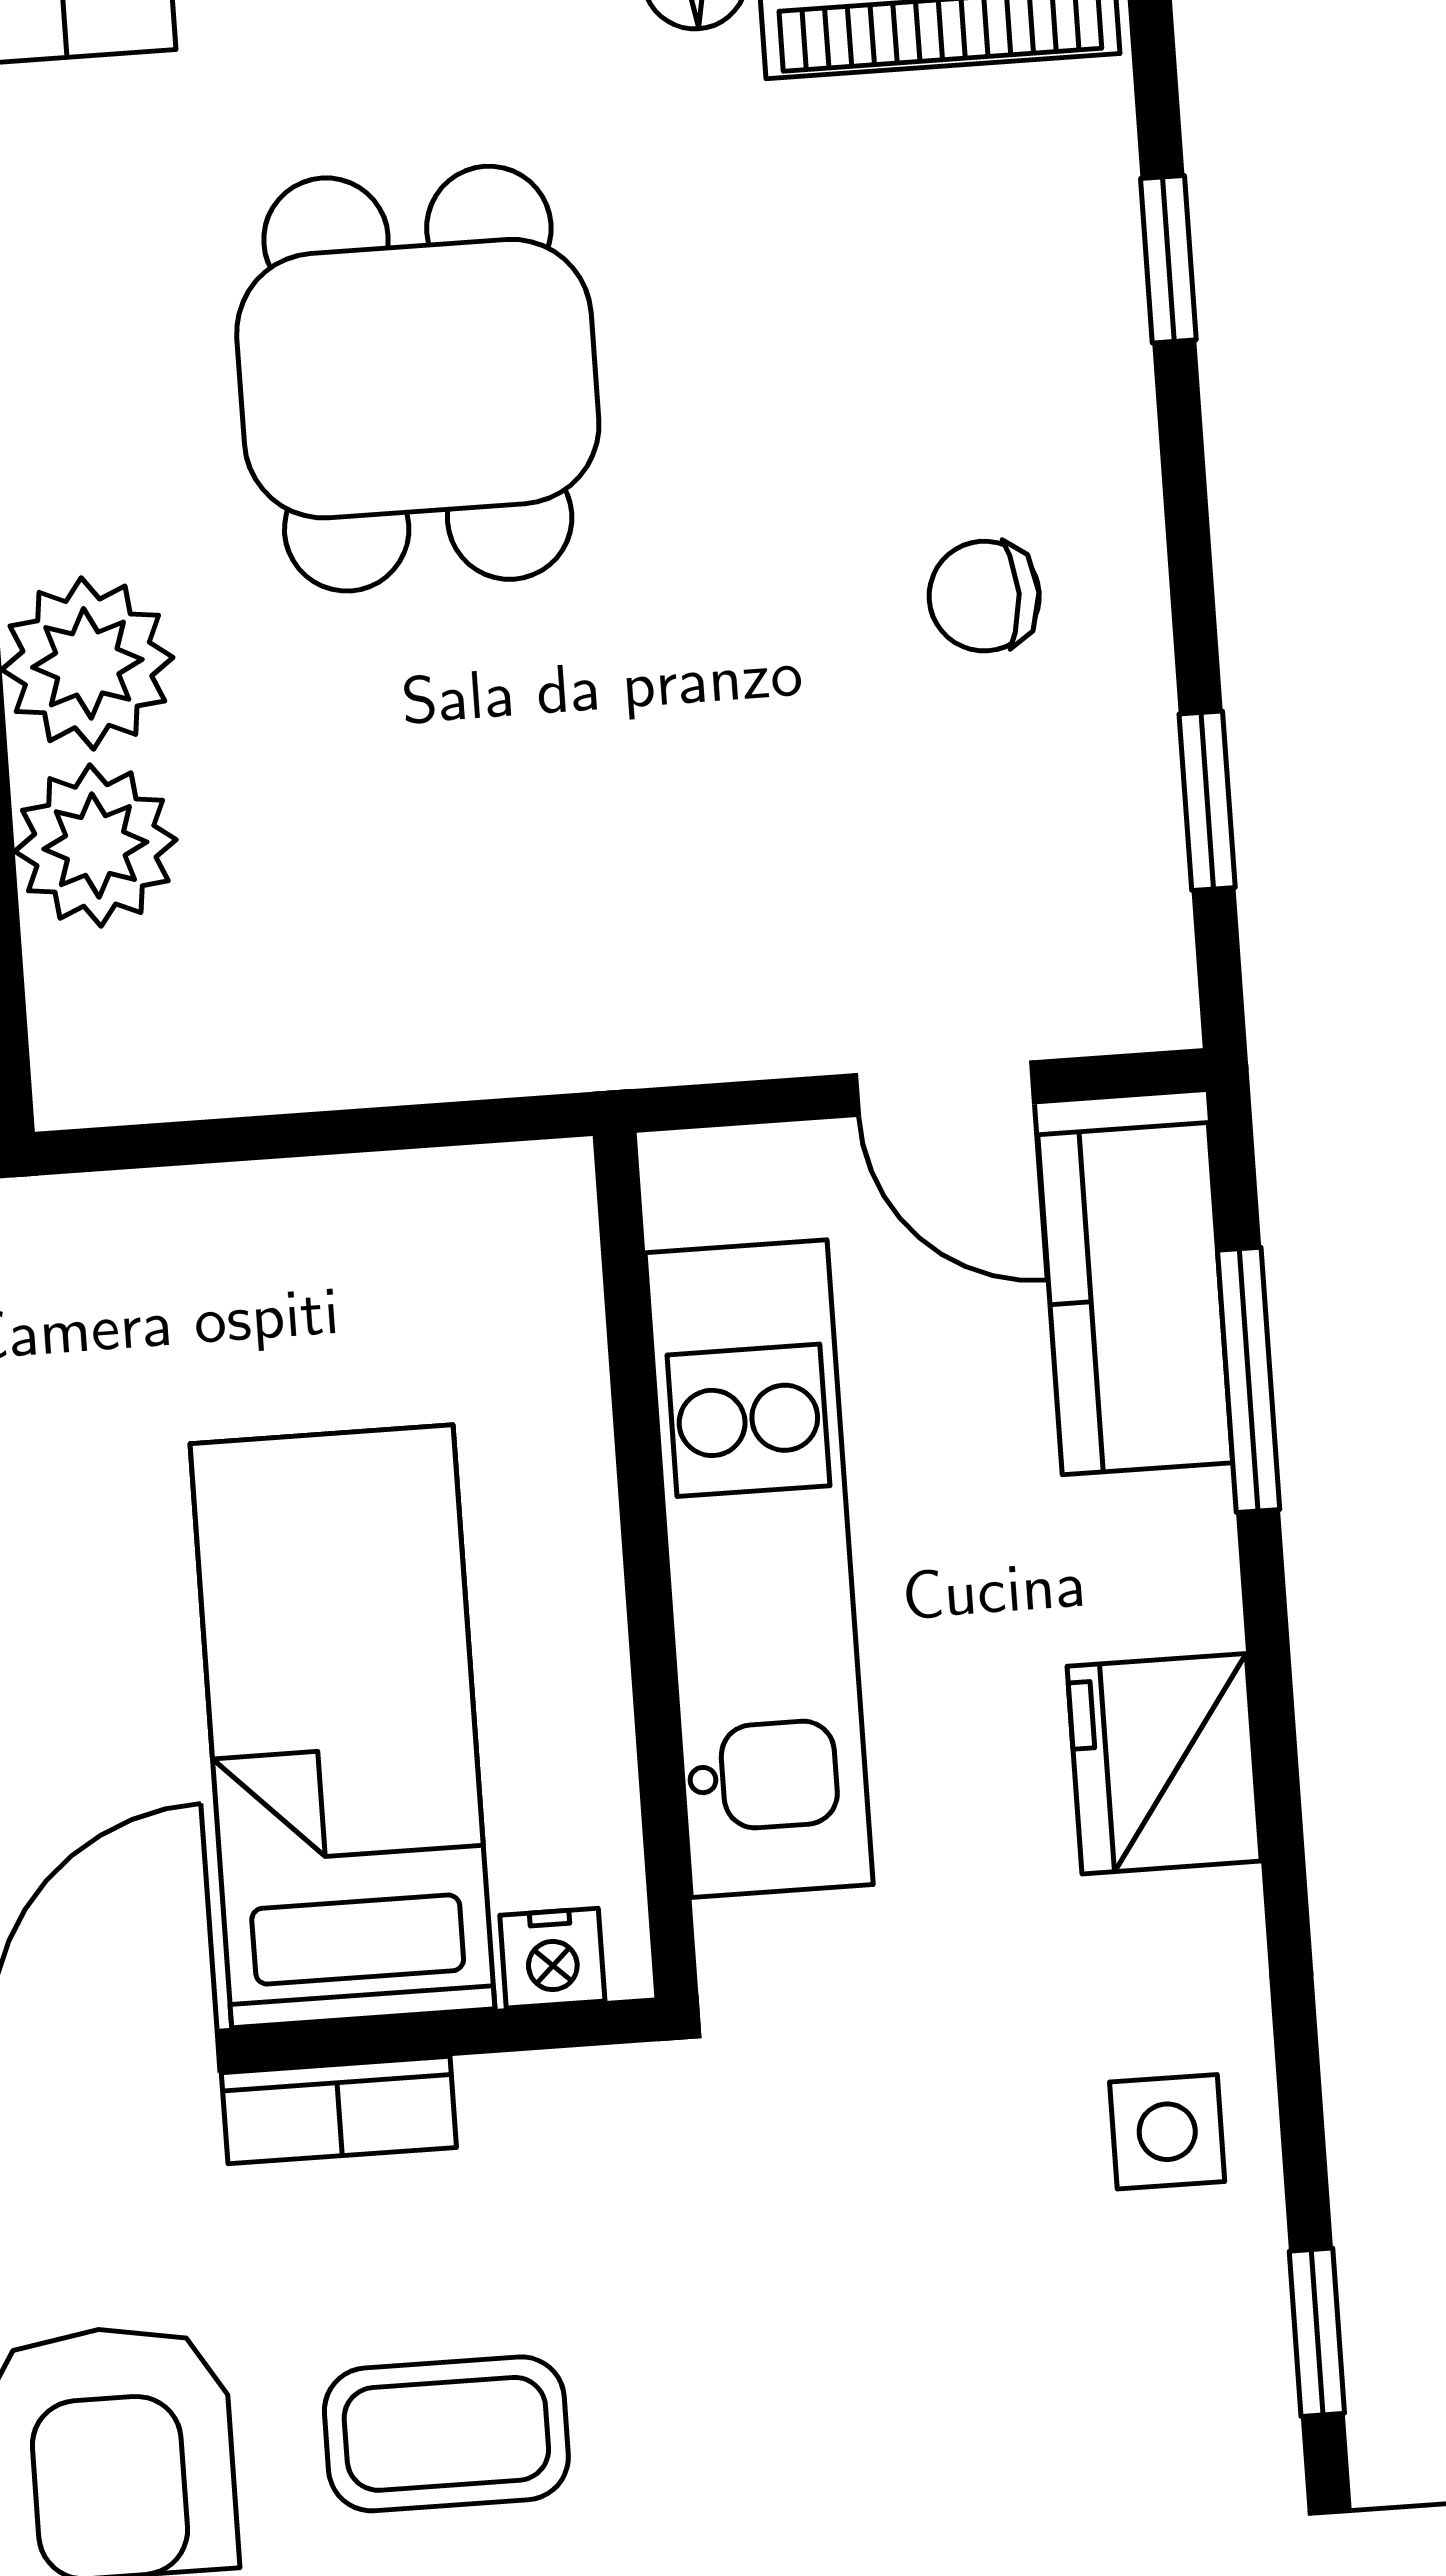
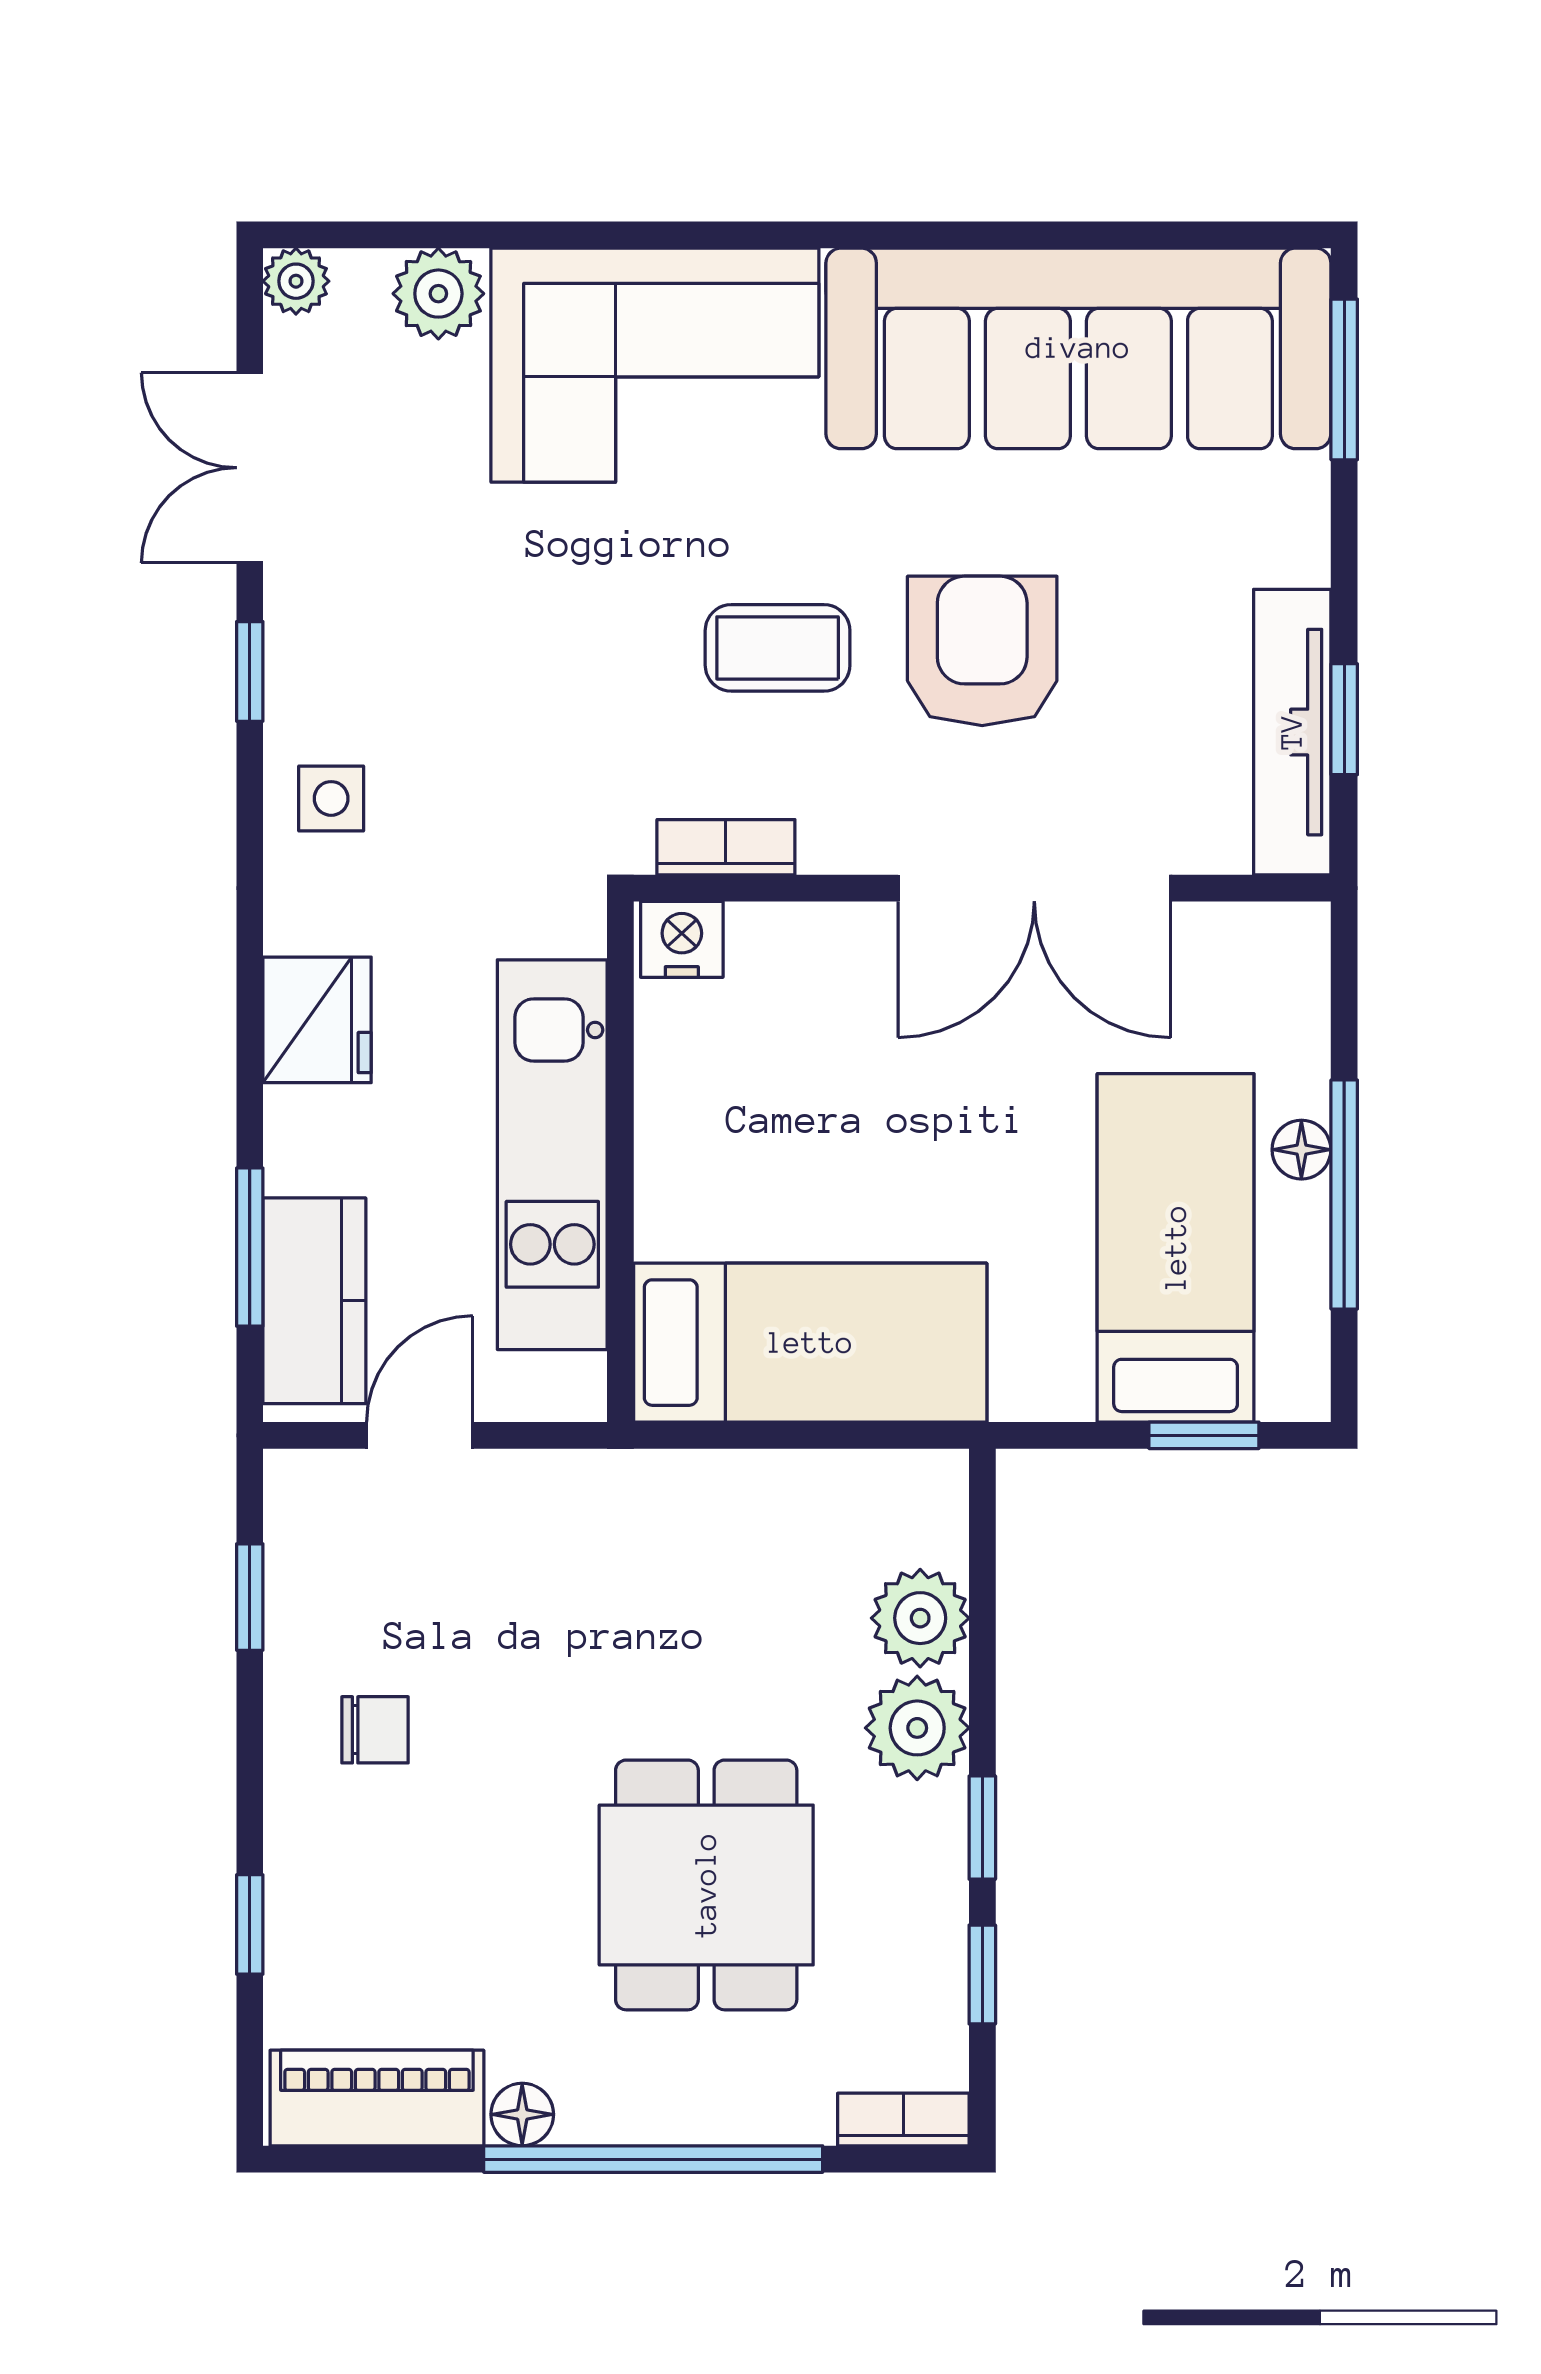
door: (945, 1089) -> (420, 1435), hinge flipped
bed: (342, 1726) -> (810, 1343), moved, turned -90
nightstand: (552, 1958) -> (682, 939), width x1.39, depth x1.35
bookcase: (339, 2110) -> (726, 847), moved

